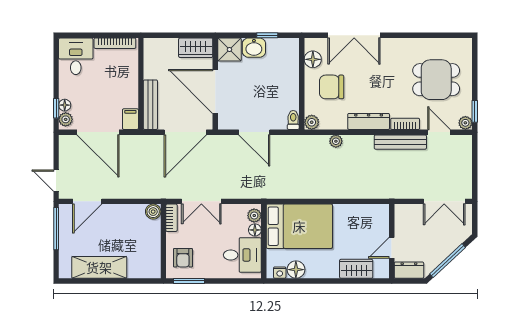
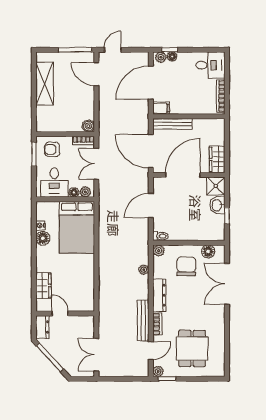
plant: (254, 216) -> (85, 192), moved
bed: (299, 226) -> (77, 227), moved
floor lamp: (255, 230) -> (74, 192), moved
wall: (264, 241) -> (65, 199), moved
desk: (242, 255) -> (54, 182), moved

